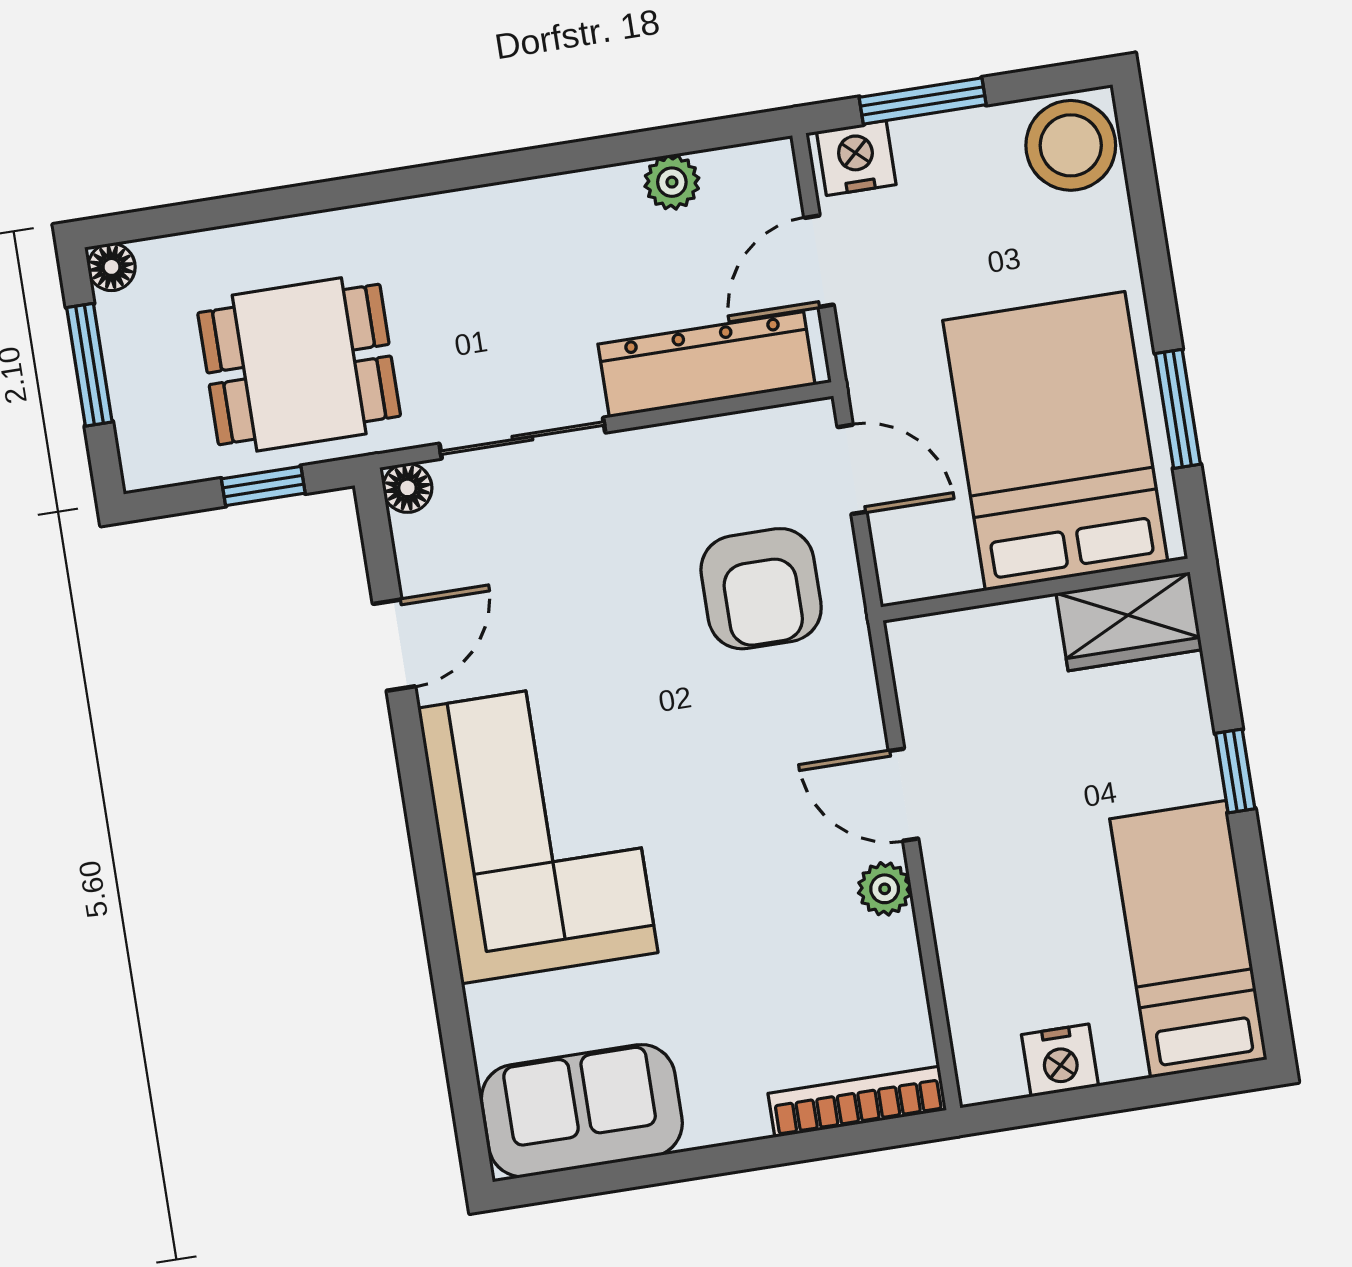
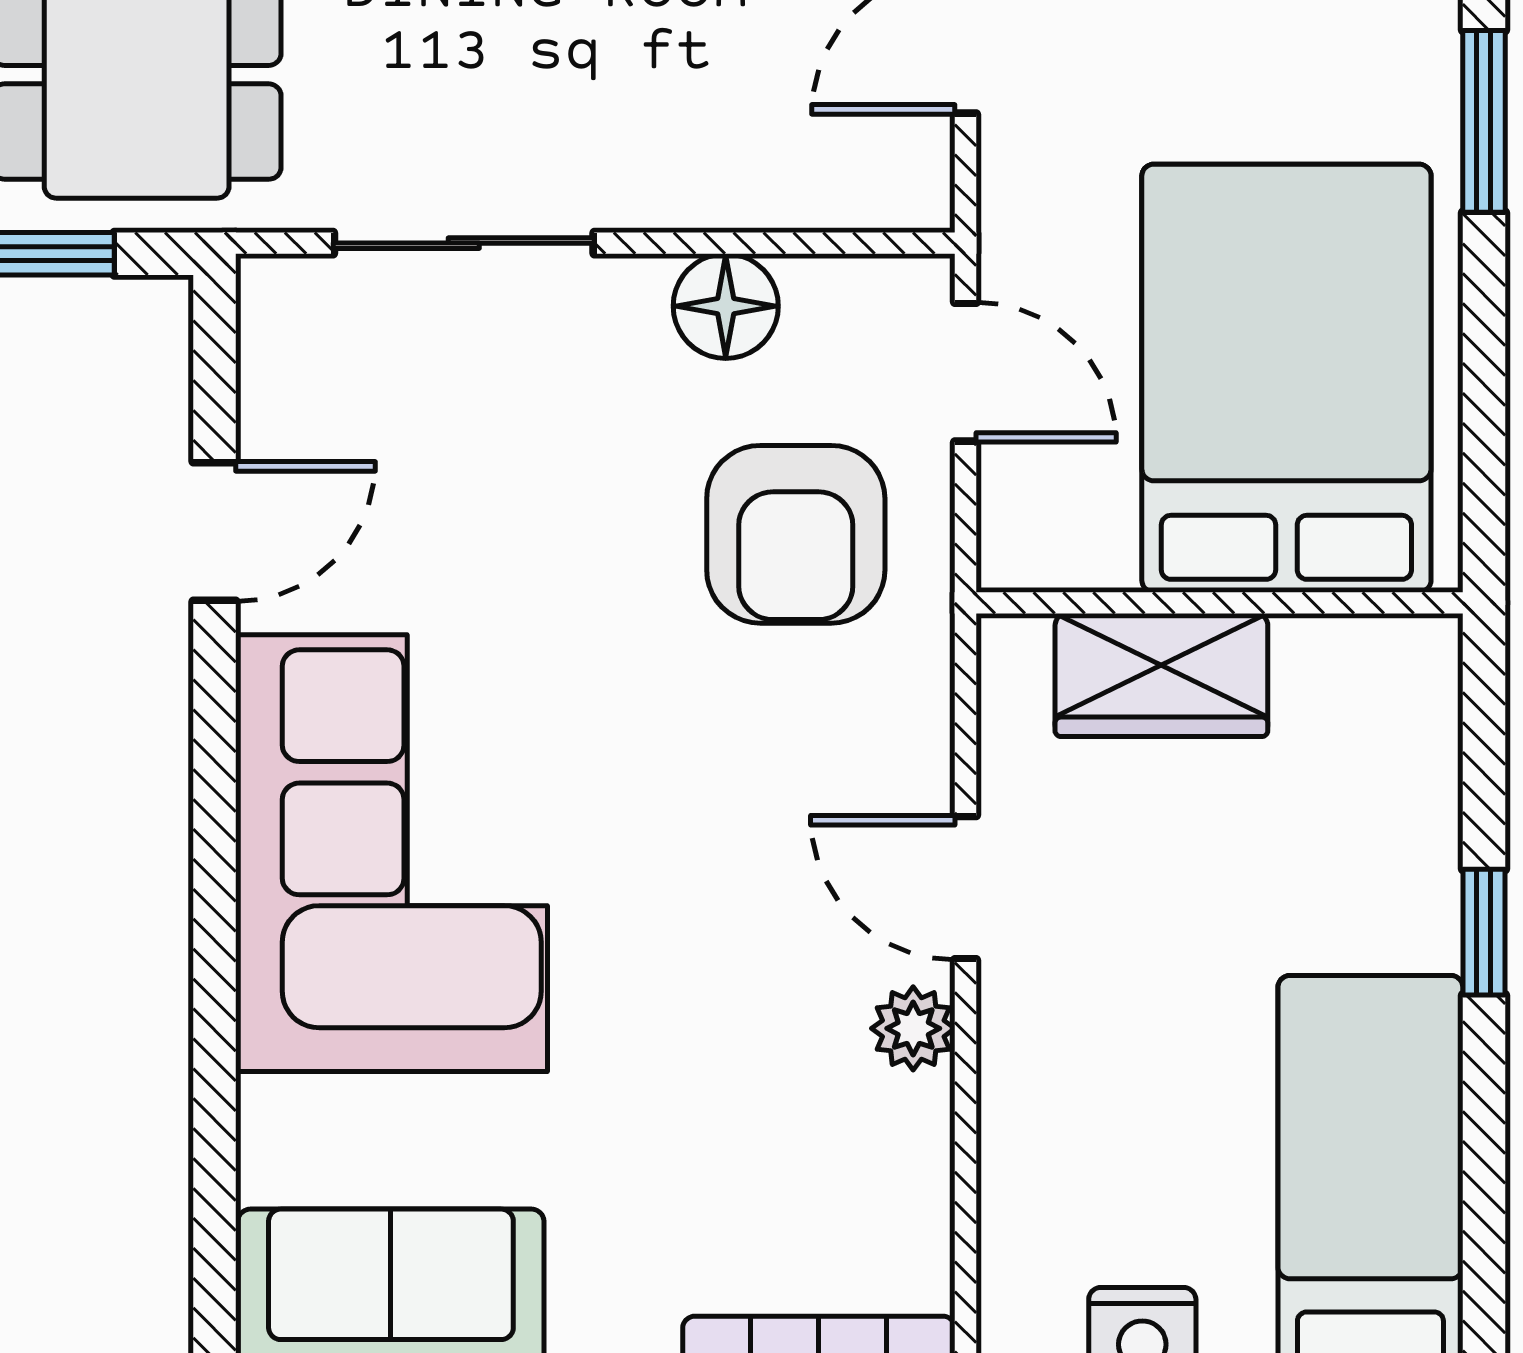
dresser: (707, 364) -> (766, 174), removed
window: (1178, 409) -> (1484, 121), moved
floor lamp: (407, 488) -> (726, 306), moved, width x1.37, depth x1.37
wardrobe: (1129, 621) -> (1161, 675), moved

